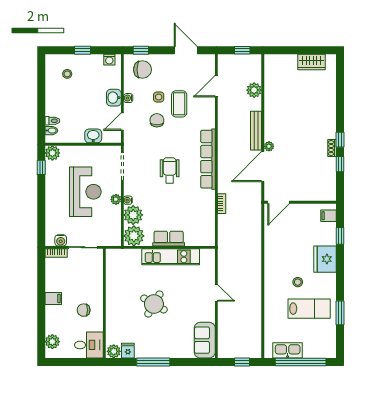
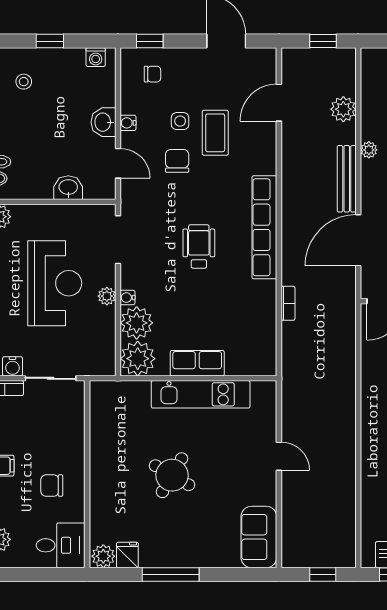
chair: (143, 70) -> (152, 74), width x0.54, depth x0.54
door: (122, 122) -> (118, 163), swing flipped
plant: (269, 146) -> (369, 150), moved

